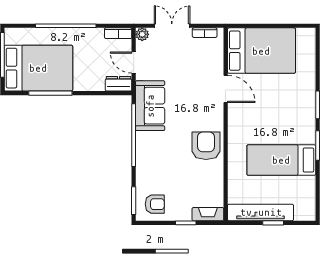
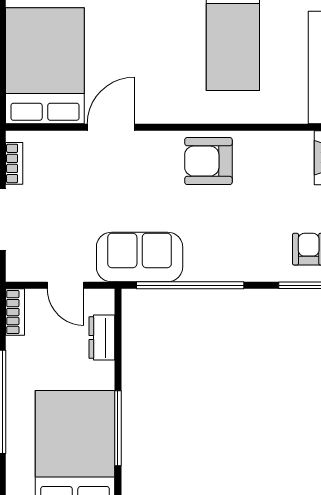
plant: (142, 34) -> (17, 271), removed
door: (134, 63) -> (66, 285), hinge flipped
dresser: (119, 84) -> (102, 338), moved

